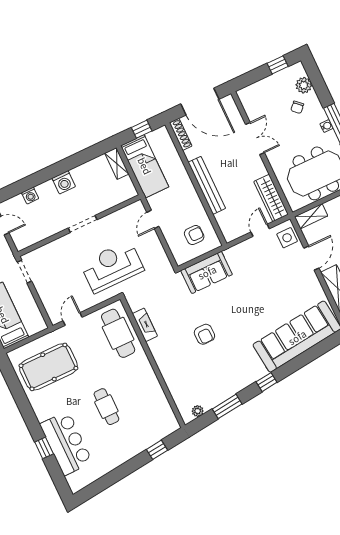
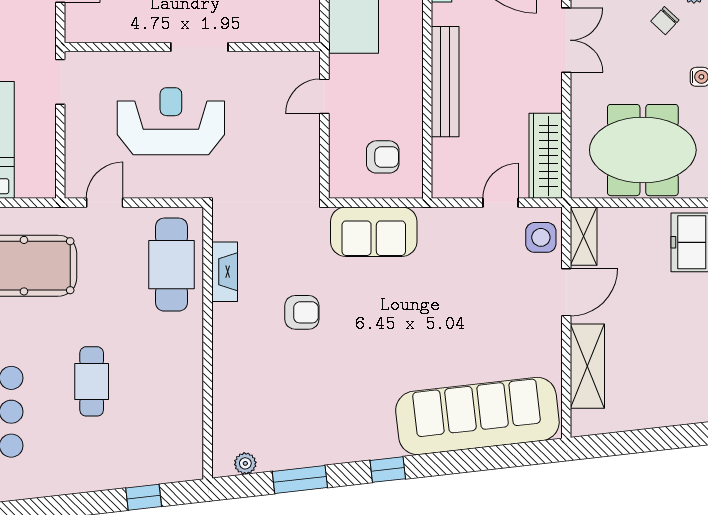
shelving: (311, 216) -> (584, 236), moved, turned 90
reception desk: (112, 267) -> (171, 121), moved
armchair: (204, 334) -> (302, 312), moved, turned -90

